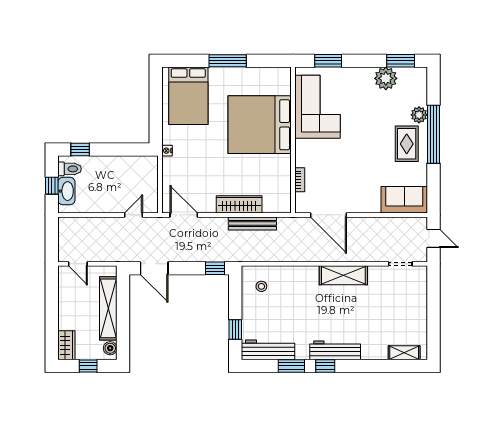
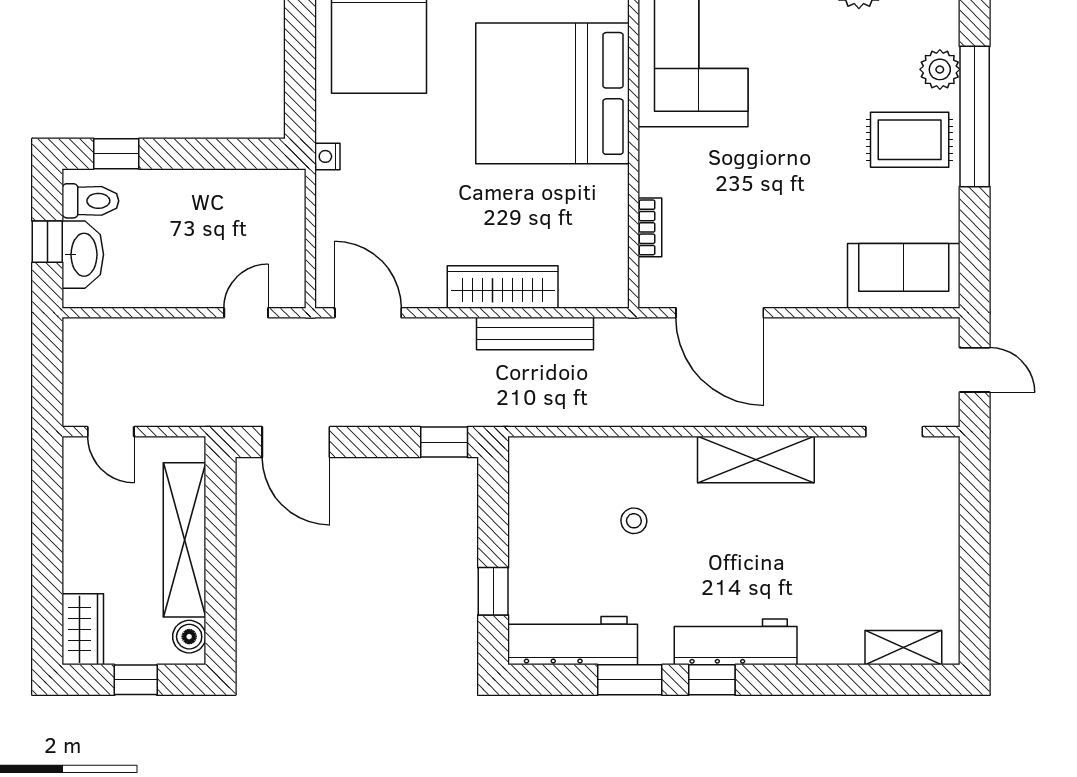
rug: (407, 144) -> (910, 140), turned 90
stool: (261, 286) -> (634, 521), moved

